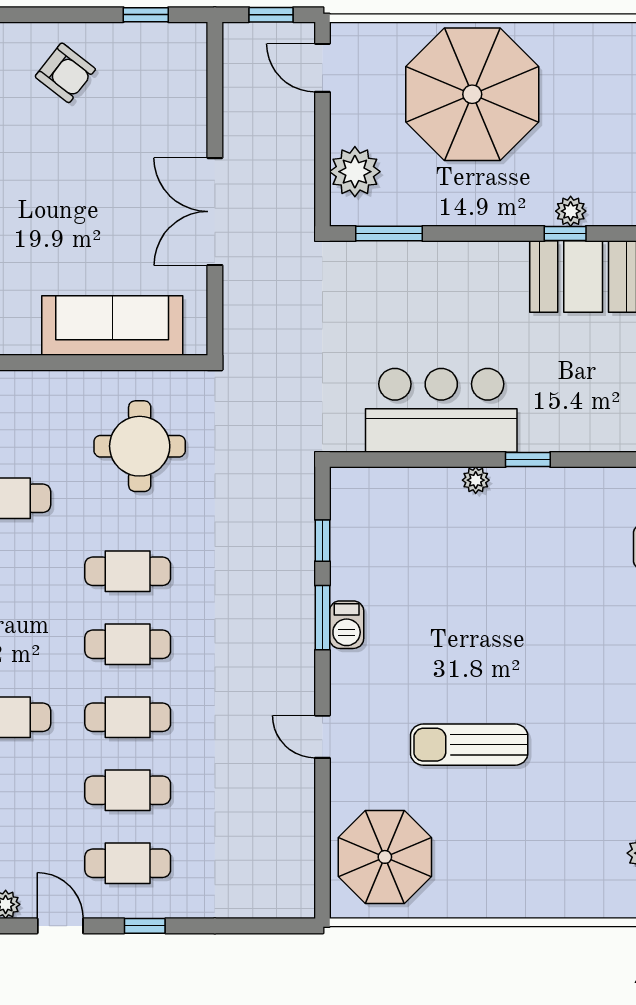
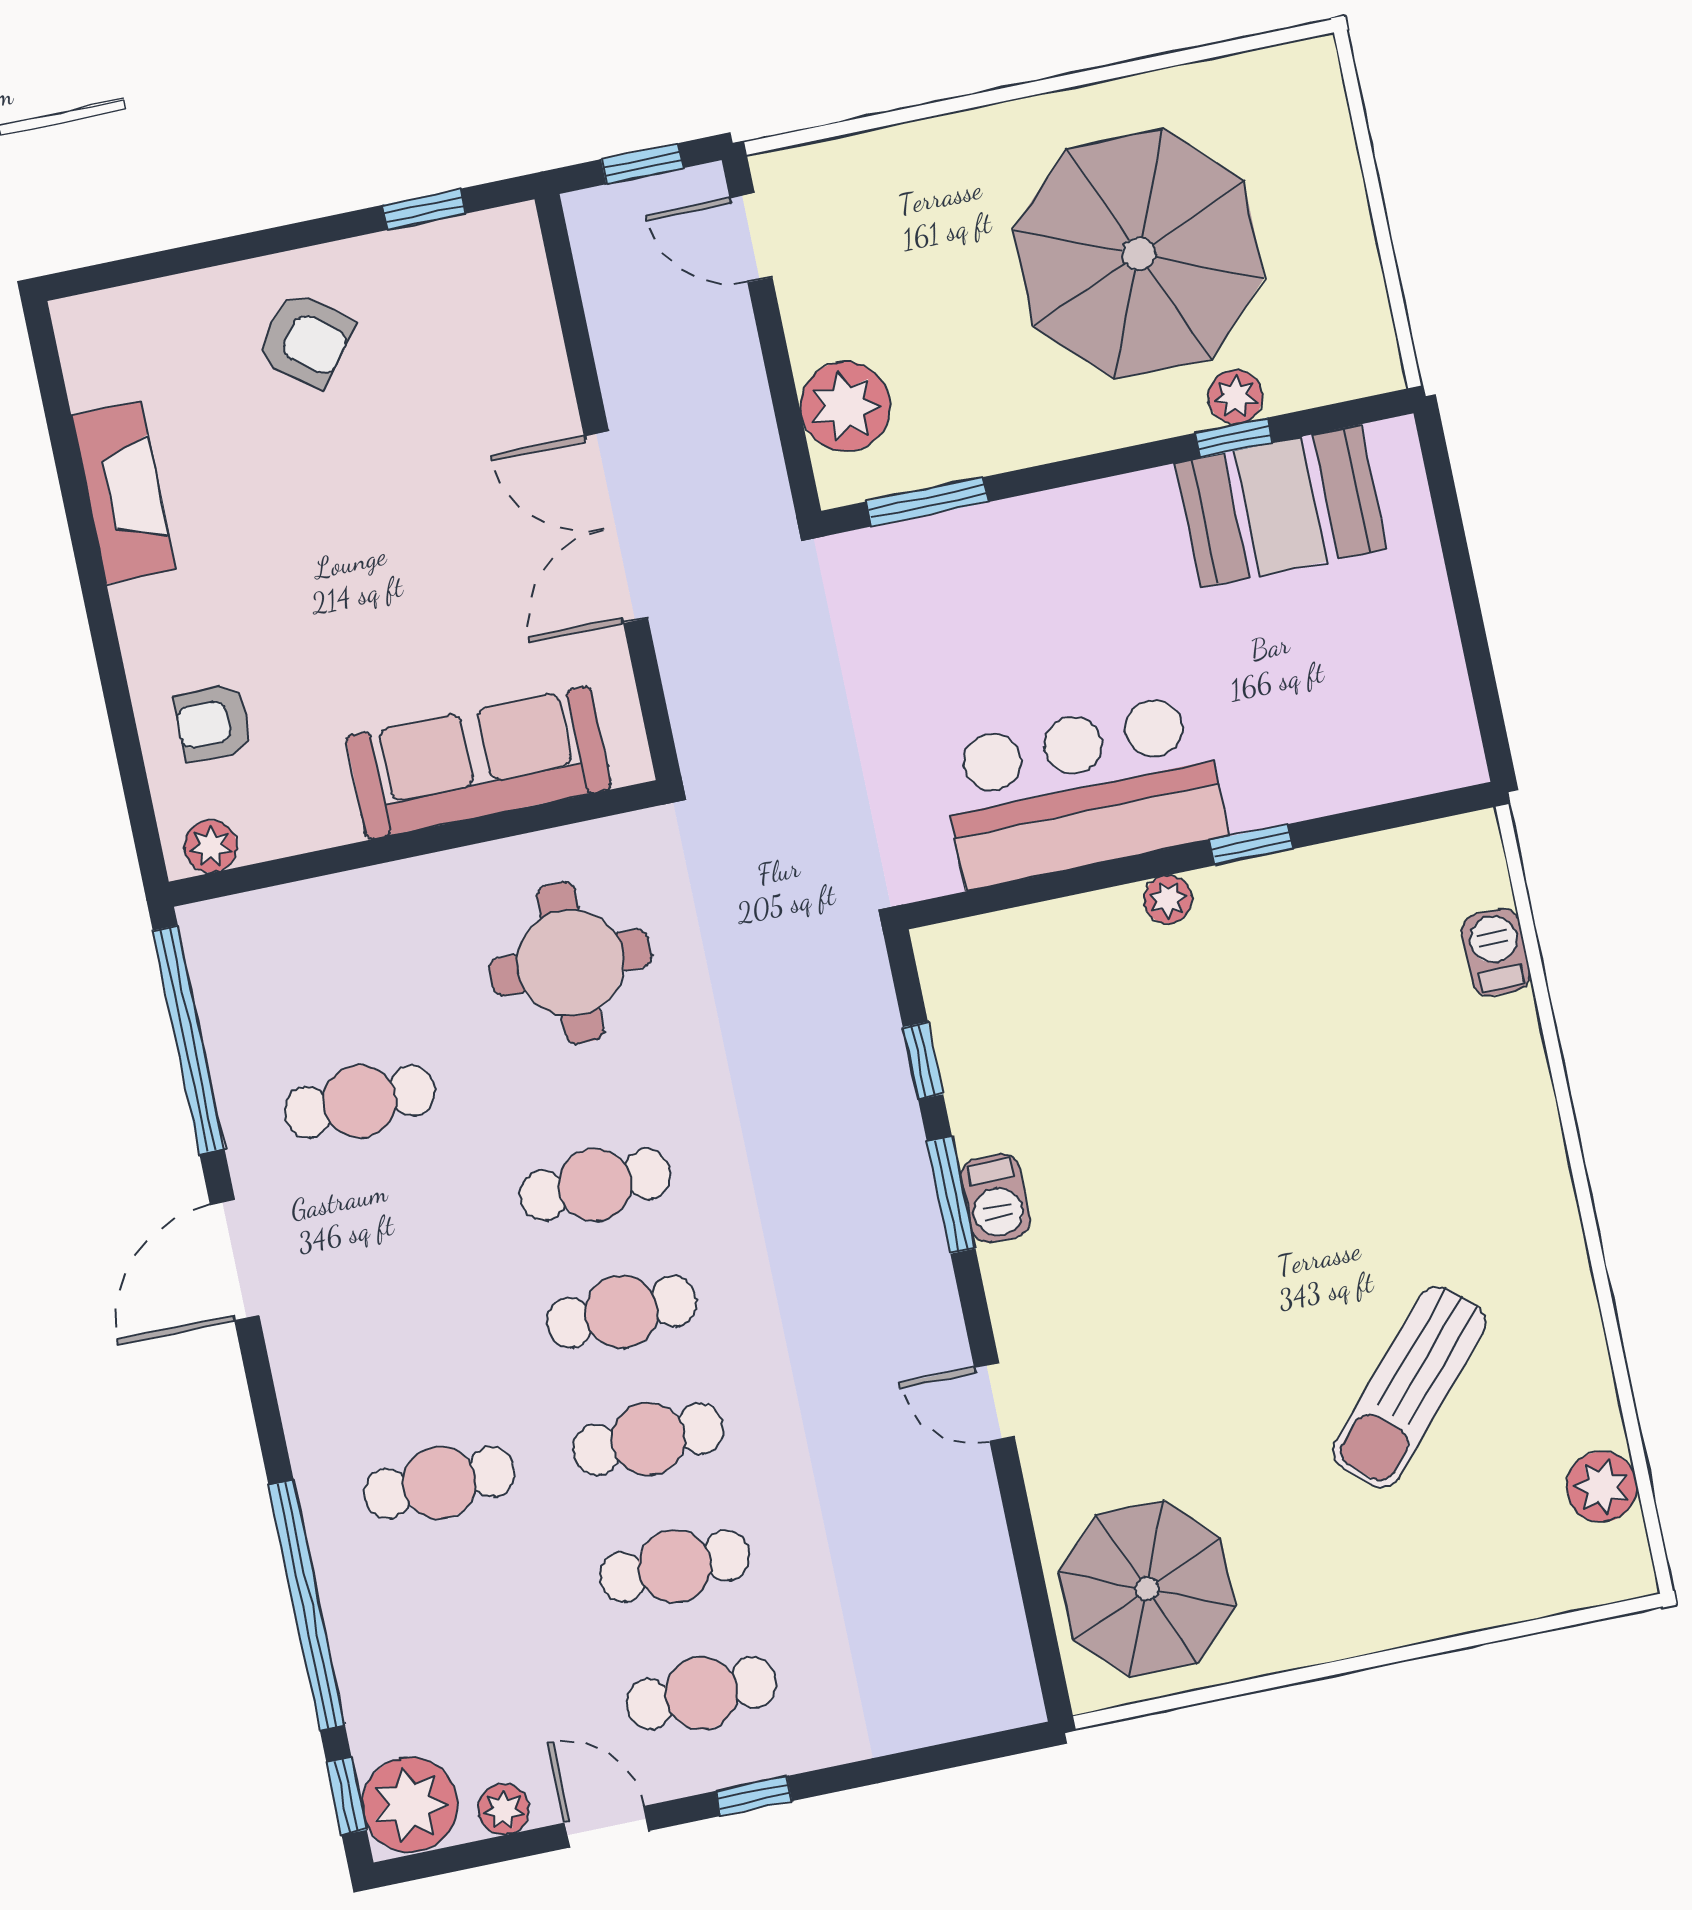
parasol: (472, 94) -> (1139, 254), moved
sun lounger: (469, 745) -> (1410, 1387), moved, turned -48

